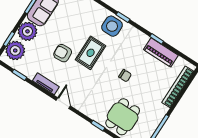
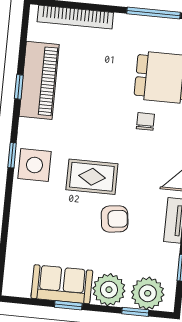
piano: (161, 52) -> (39, 80), width x1.37, depth x1.33
armchair: (63, 53) -> (115, 219), turned -93
chair: (125, 76) -> (145, 121), moved

